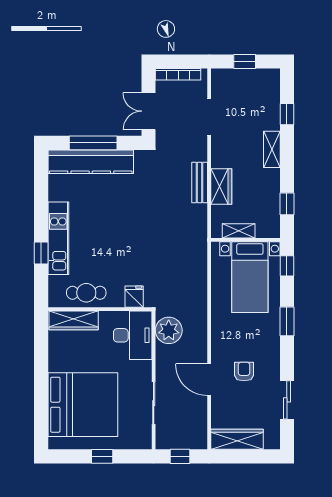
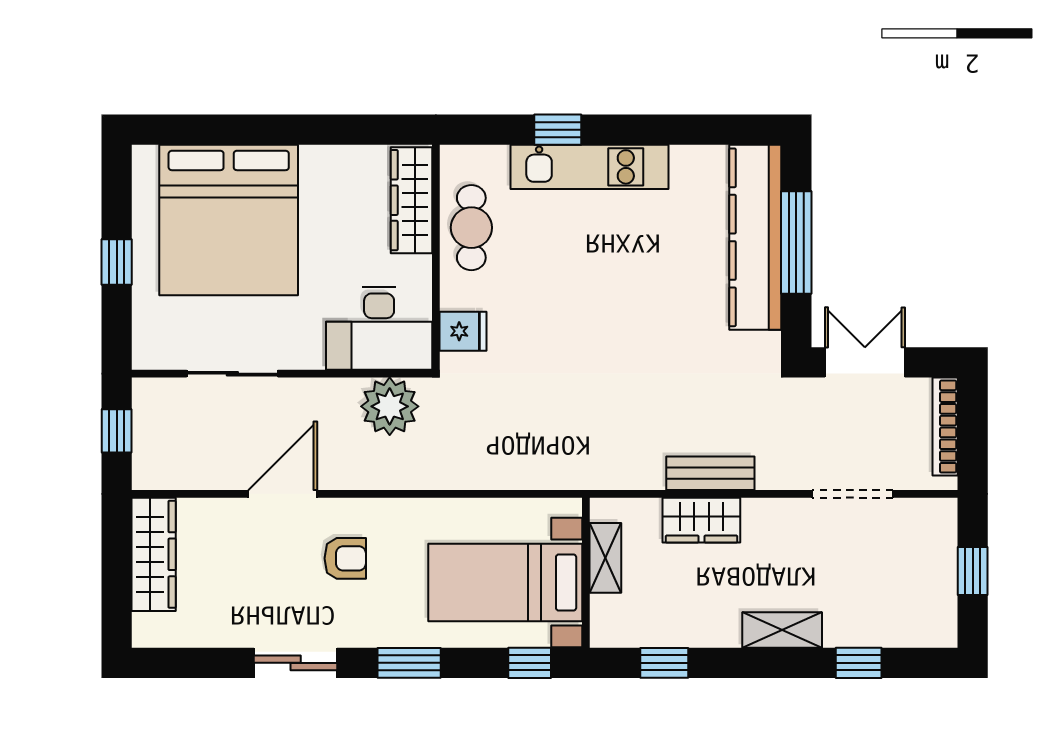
armchair: (244, 371) -> (345, 558), moved
sliding door: (287, 400) -> (296, 663), moved

